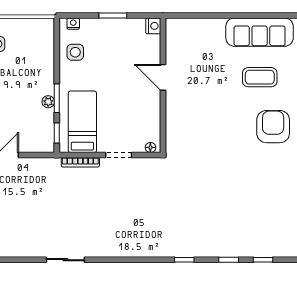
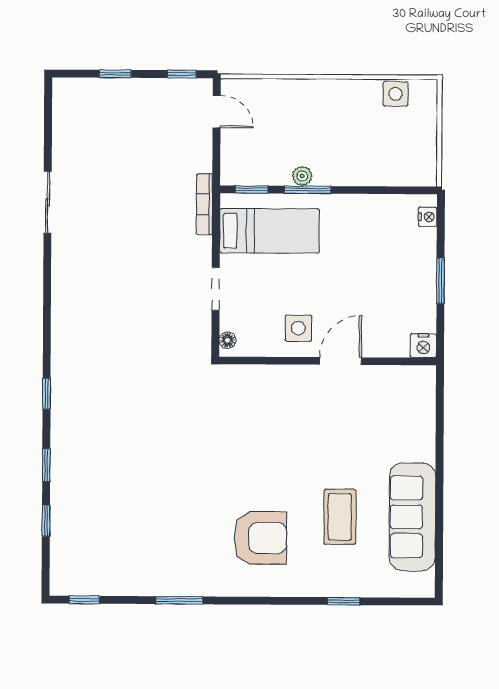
side table: (75, 52) -> (298, 328), moved
bookcase: (80, 162) -> (204, 204), moved

